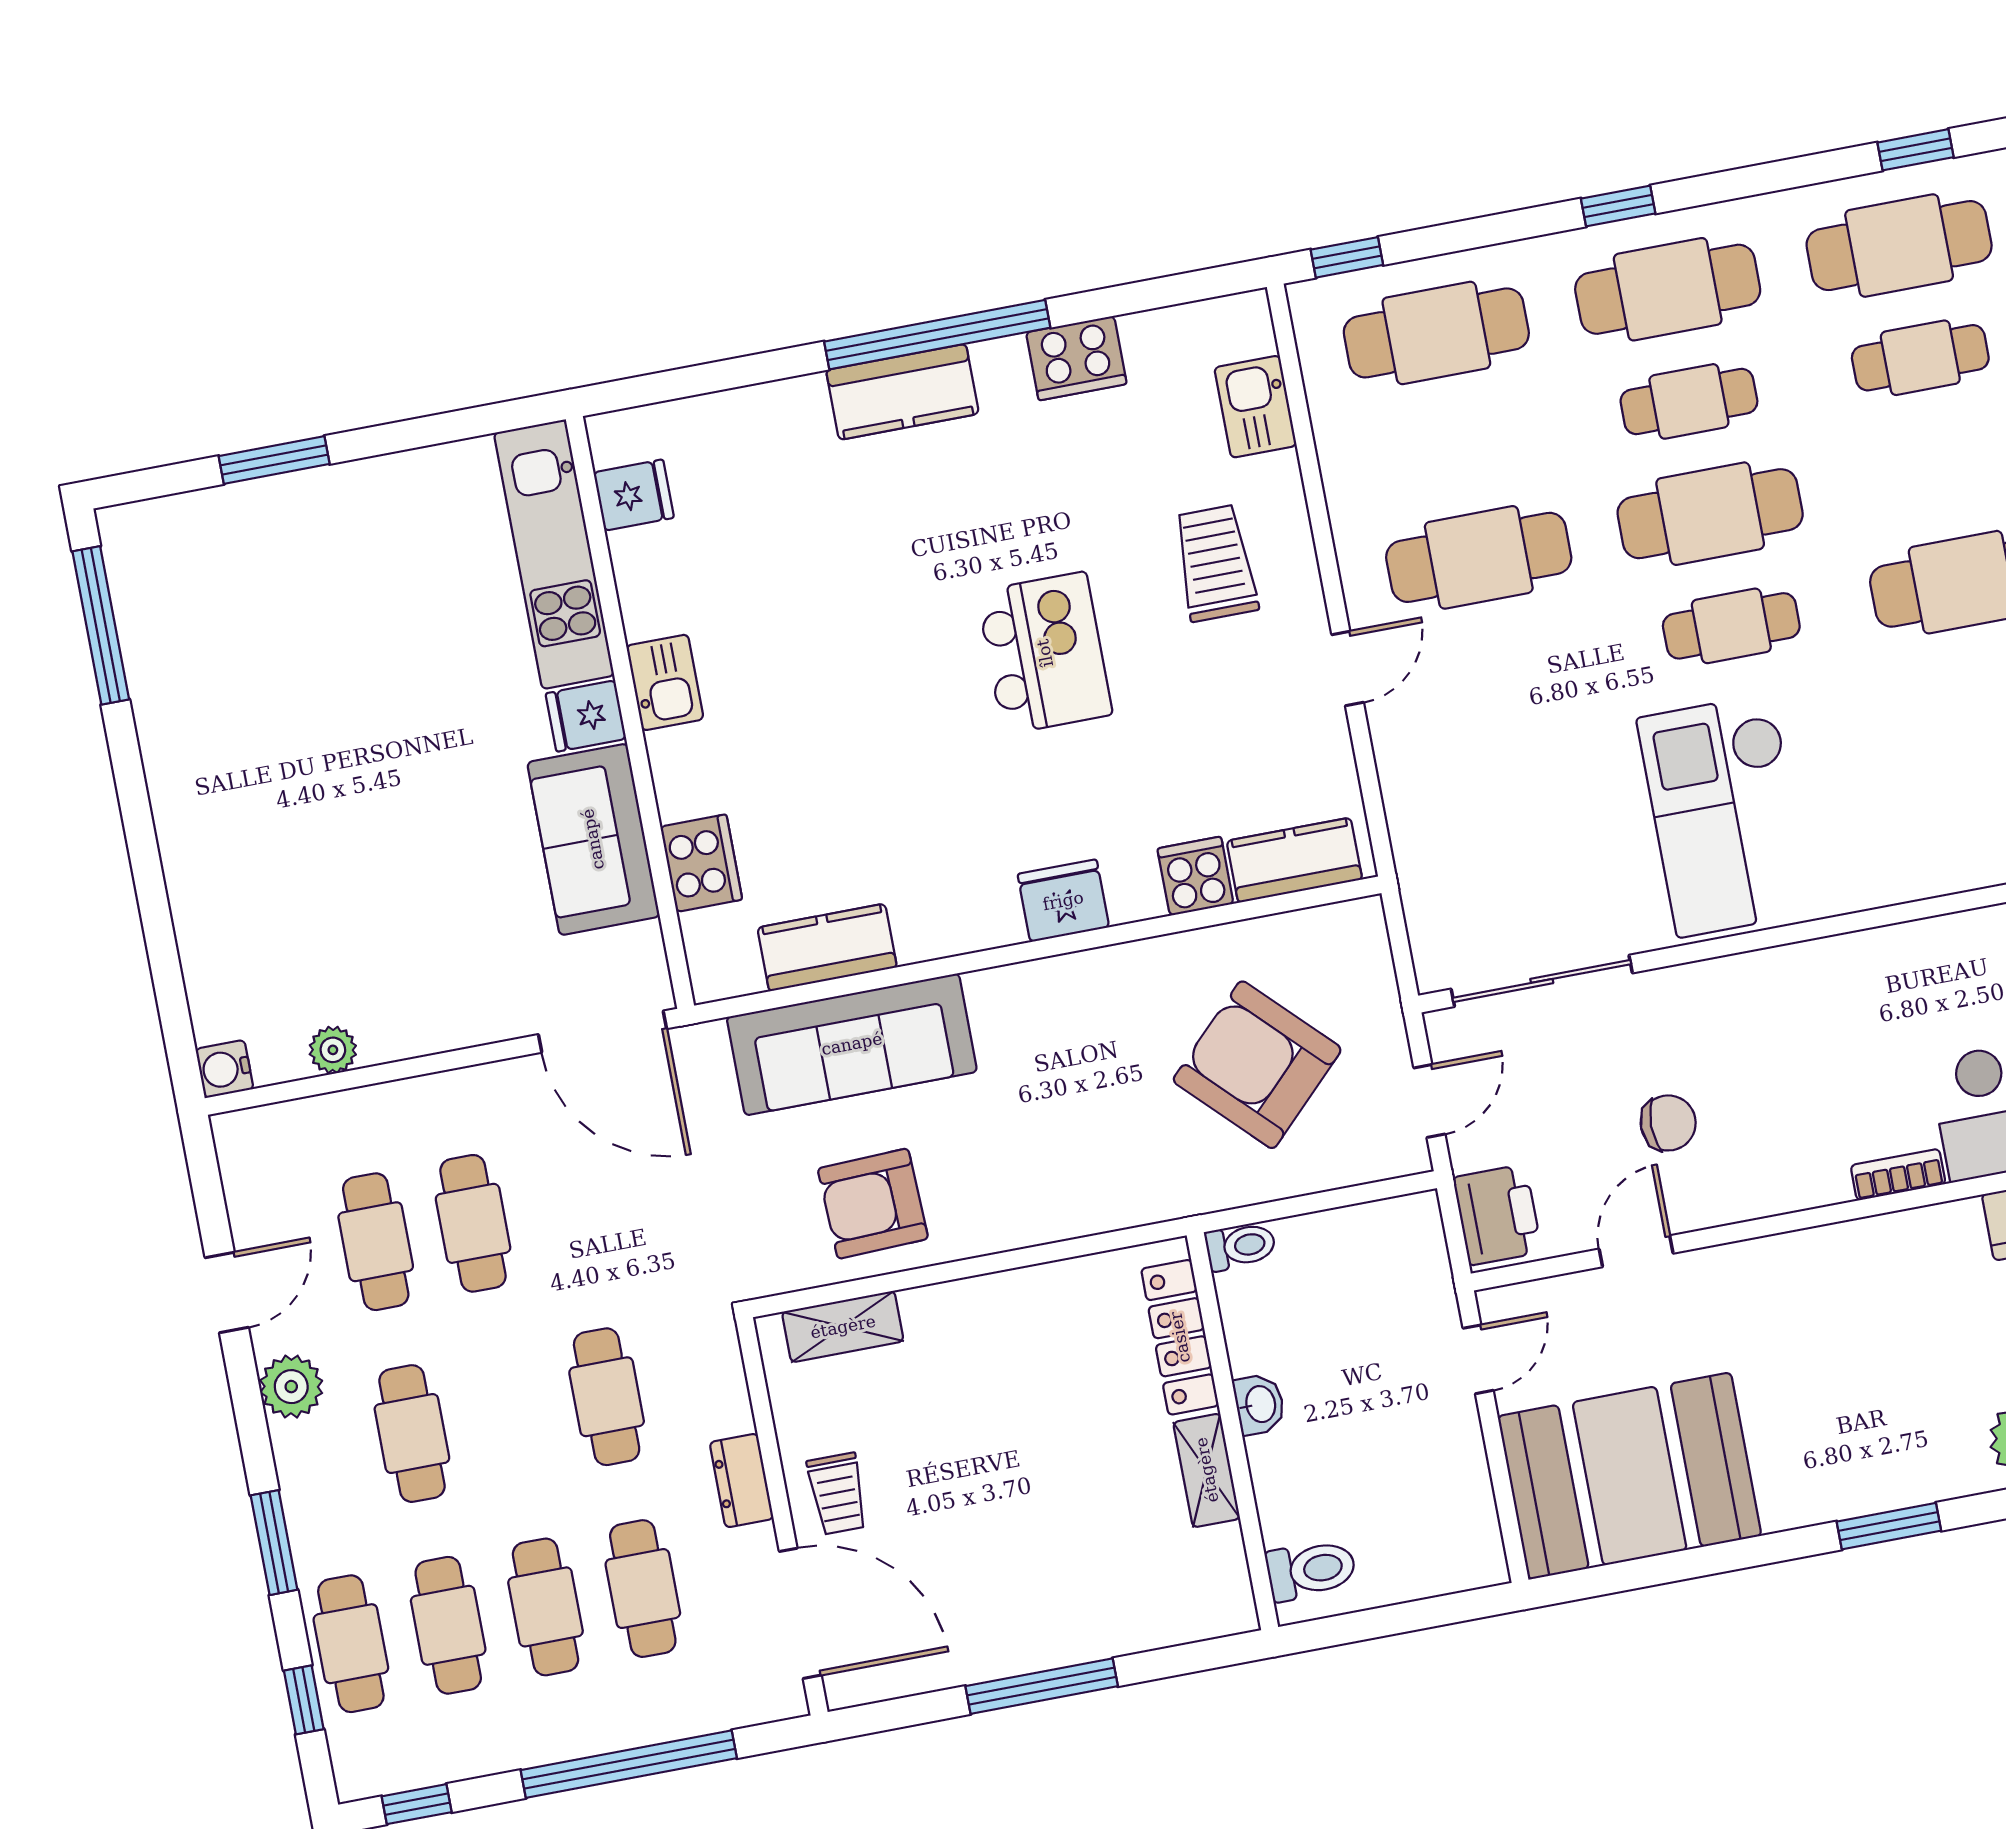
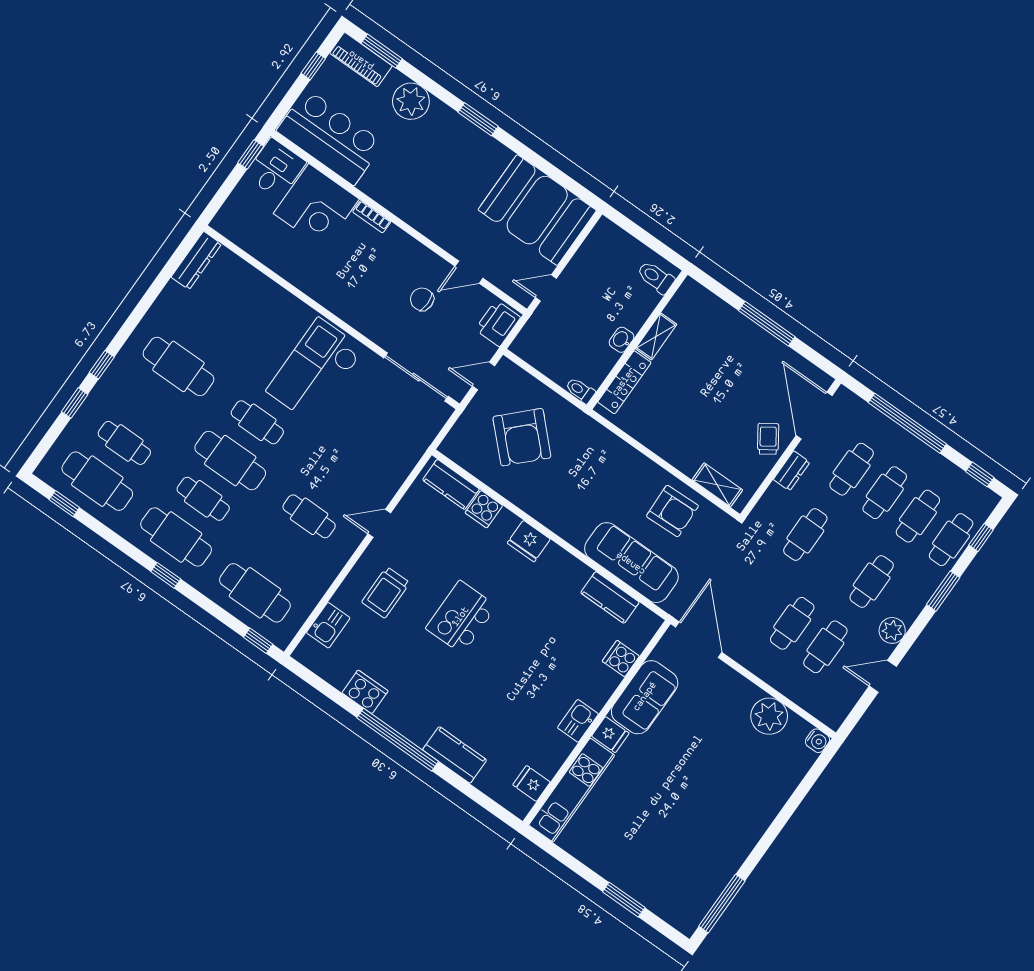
kitchen counter: (902, 392) -> (455, 755), moved
cafe table: (1479, 557) -> (309, 516), width x0.73, depth x0.74
checkout: (1725, 815) -> (315, 370), turned 180
cooker: (701, 863) -> (621, 659), width x0.73
plant: (333, 1050) -> (769, 716), width x1.87, depth x1.87
trolley: (837, 1494) -> (768, 439), turned -34

